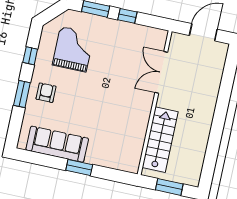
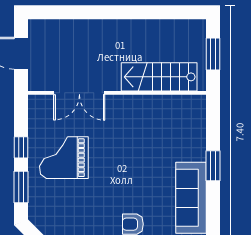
grand piano: (73, 49) -> (64, 158), moved

